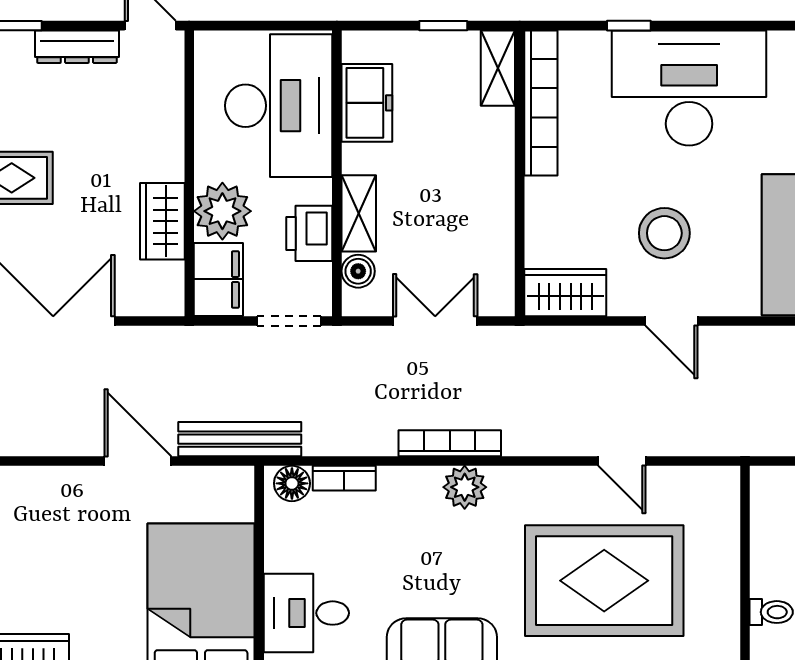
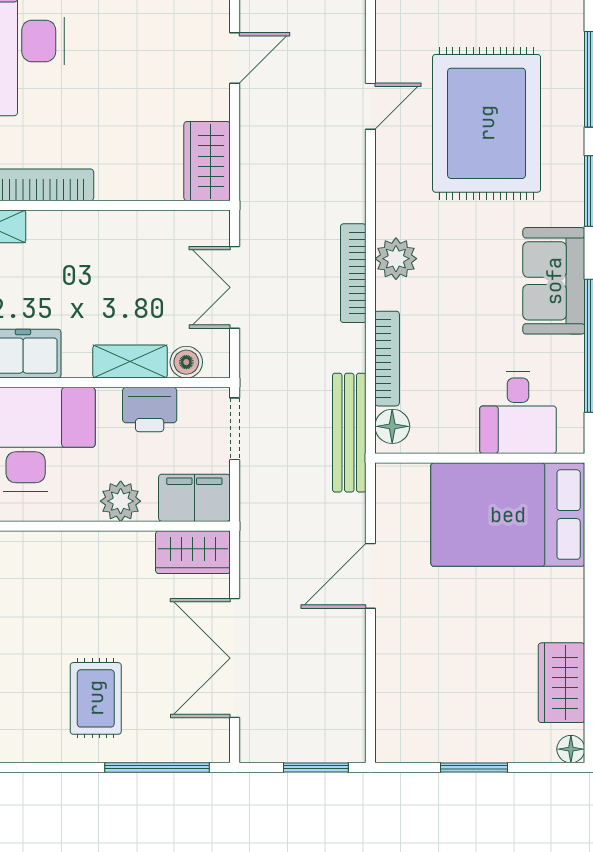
plant: (222, 211) -> (121, 501), width x0.73, depth x0.73
wardrobe: (162, 221) -> (193, 552), moved
stool: (664, 233) -> (149, 65), removed
bench: (240, 439) -> (349, 433), moved
bookcase: (344, 478) -> (387, 359), width x1.56

